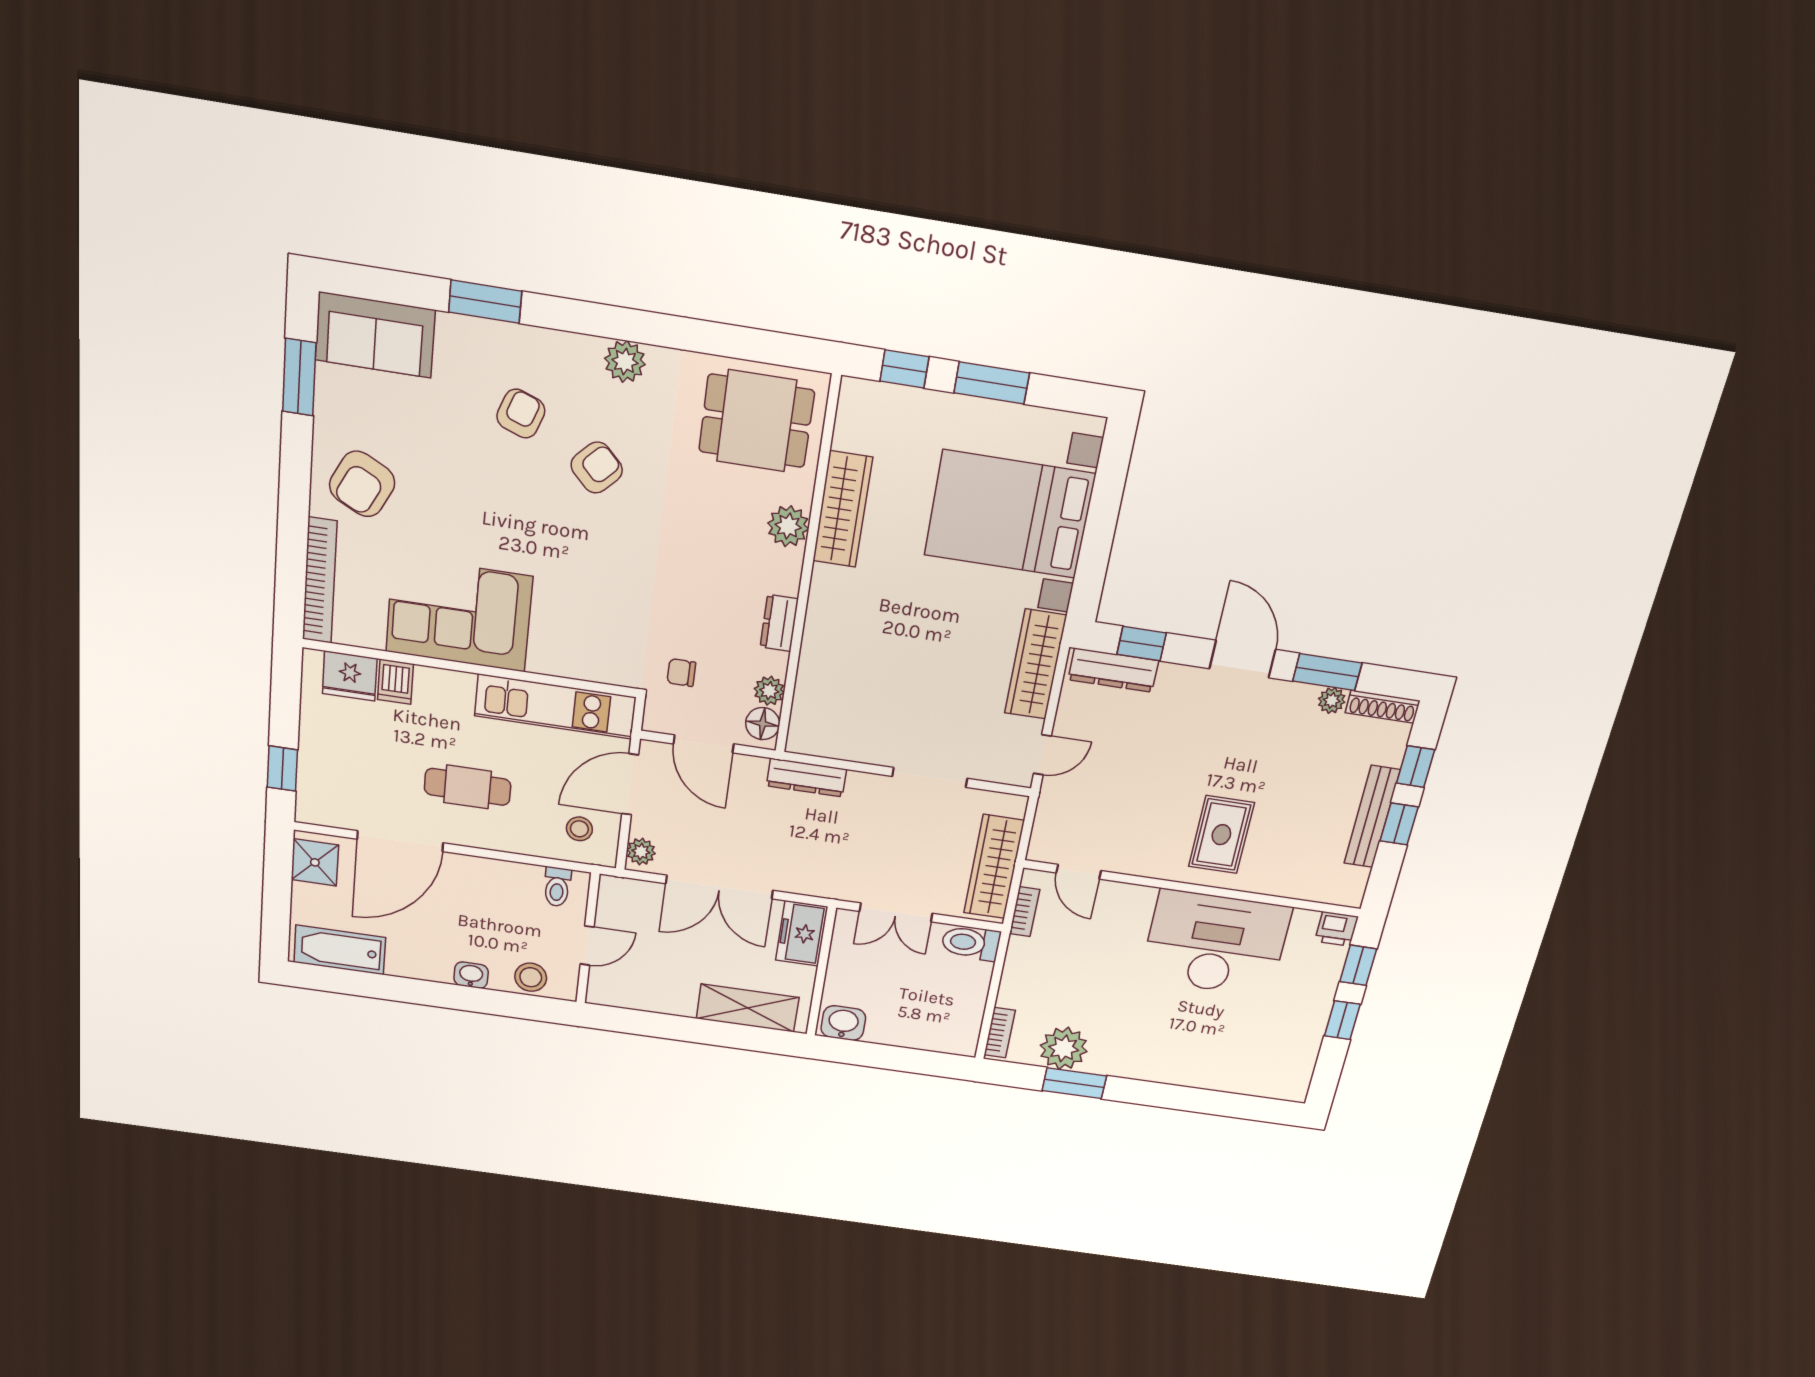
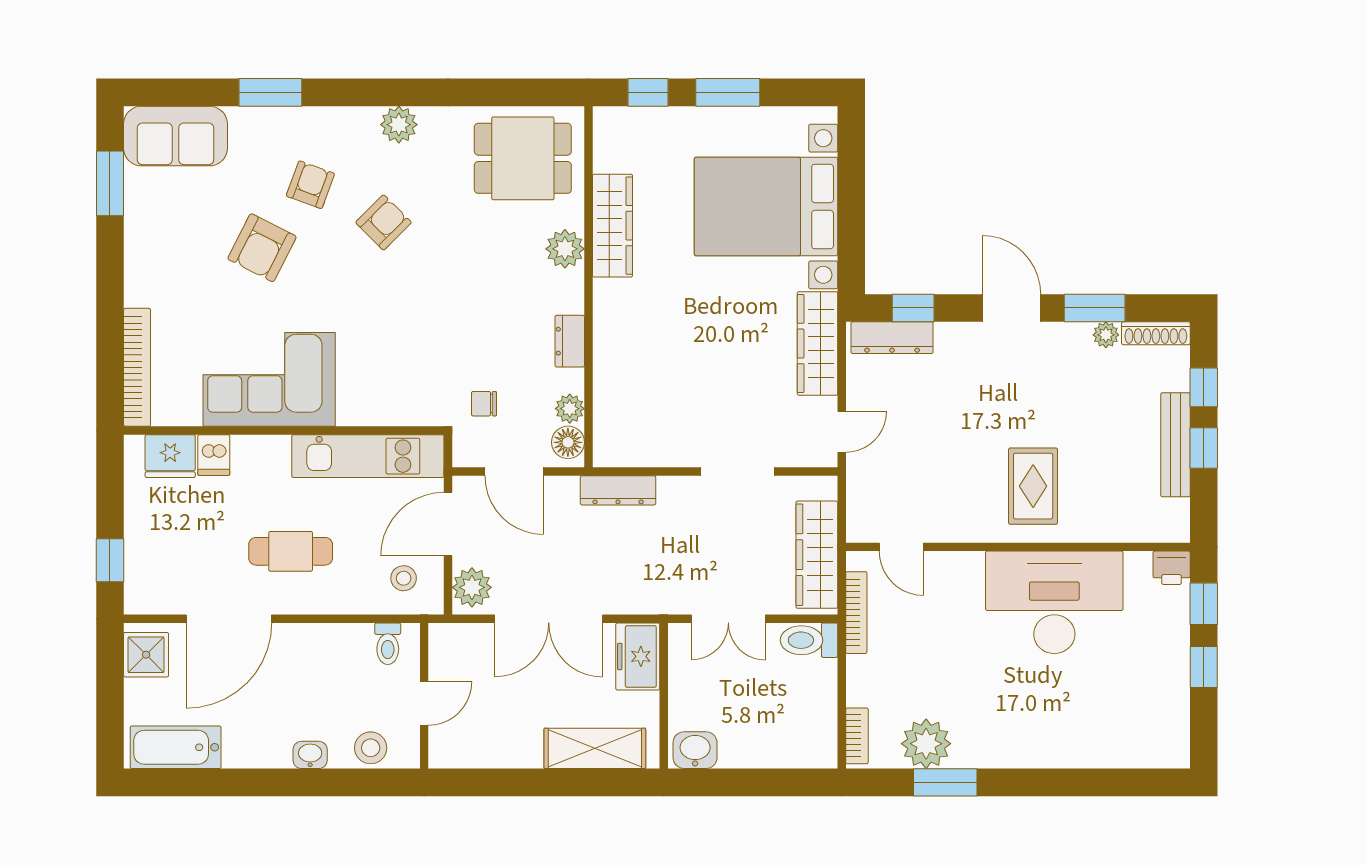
armchair: (362, 484) -> (262, 248), moved
plant: (641, 852) -> (472, 587), width x1.38, depth x1.38
bookcase: (1025, 912) -> (856, 613), width x1.56

